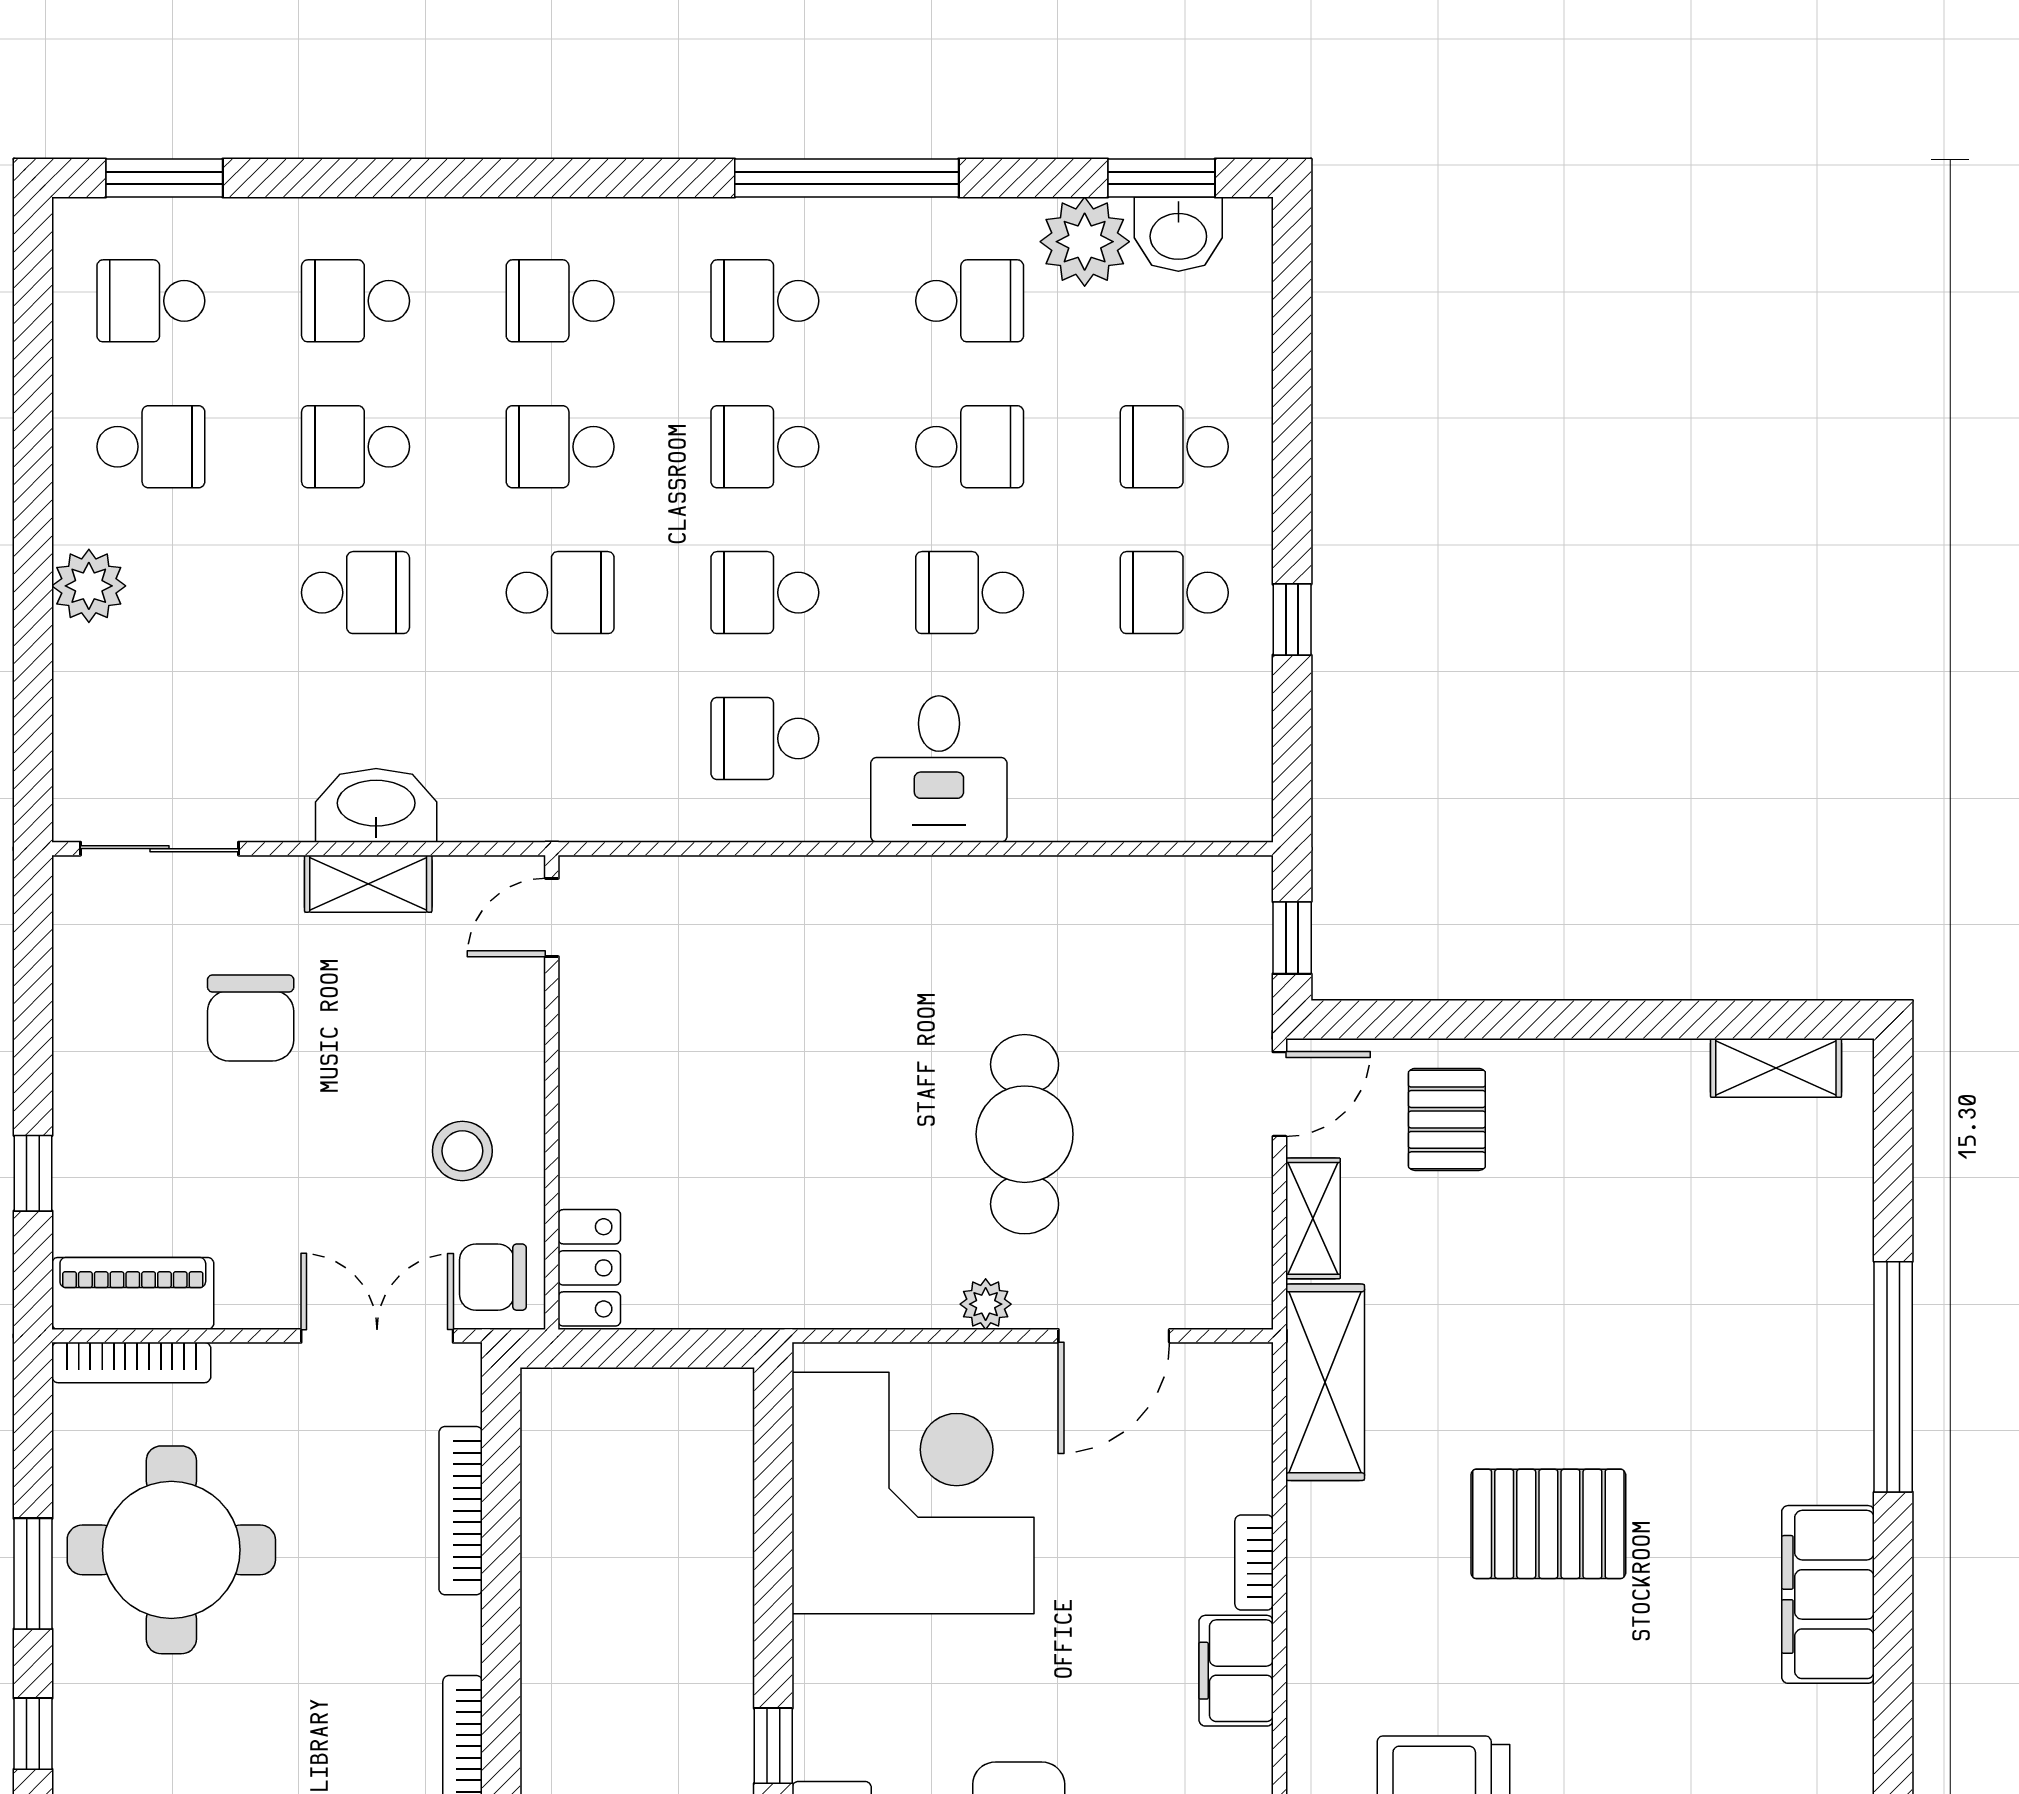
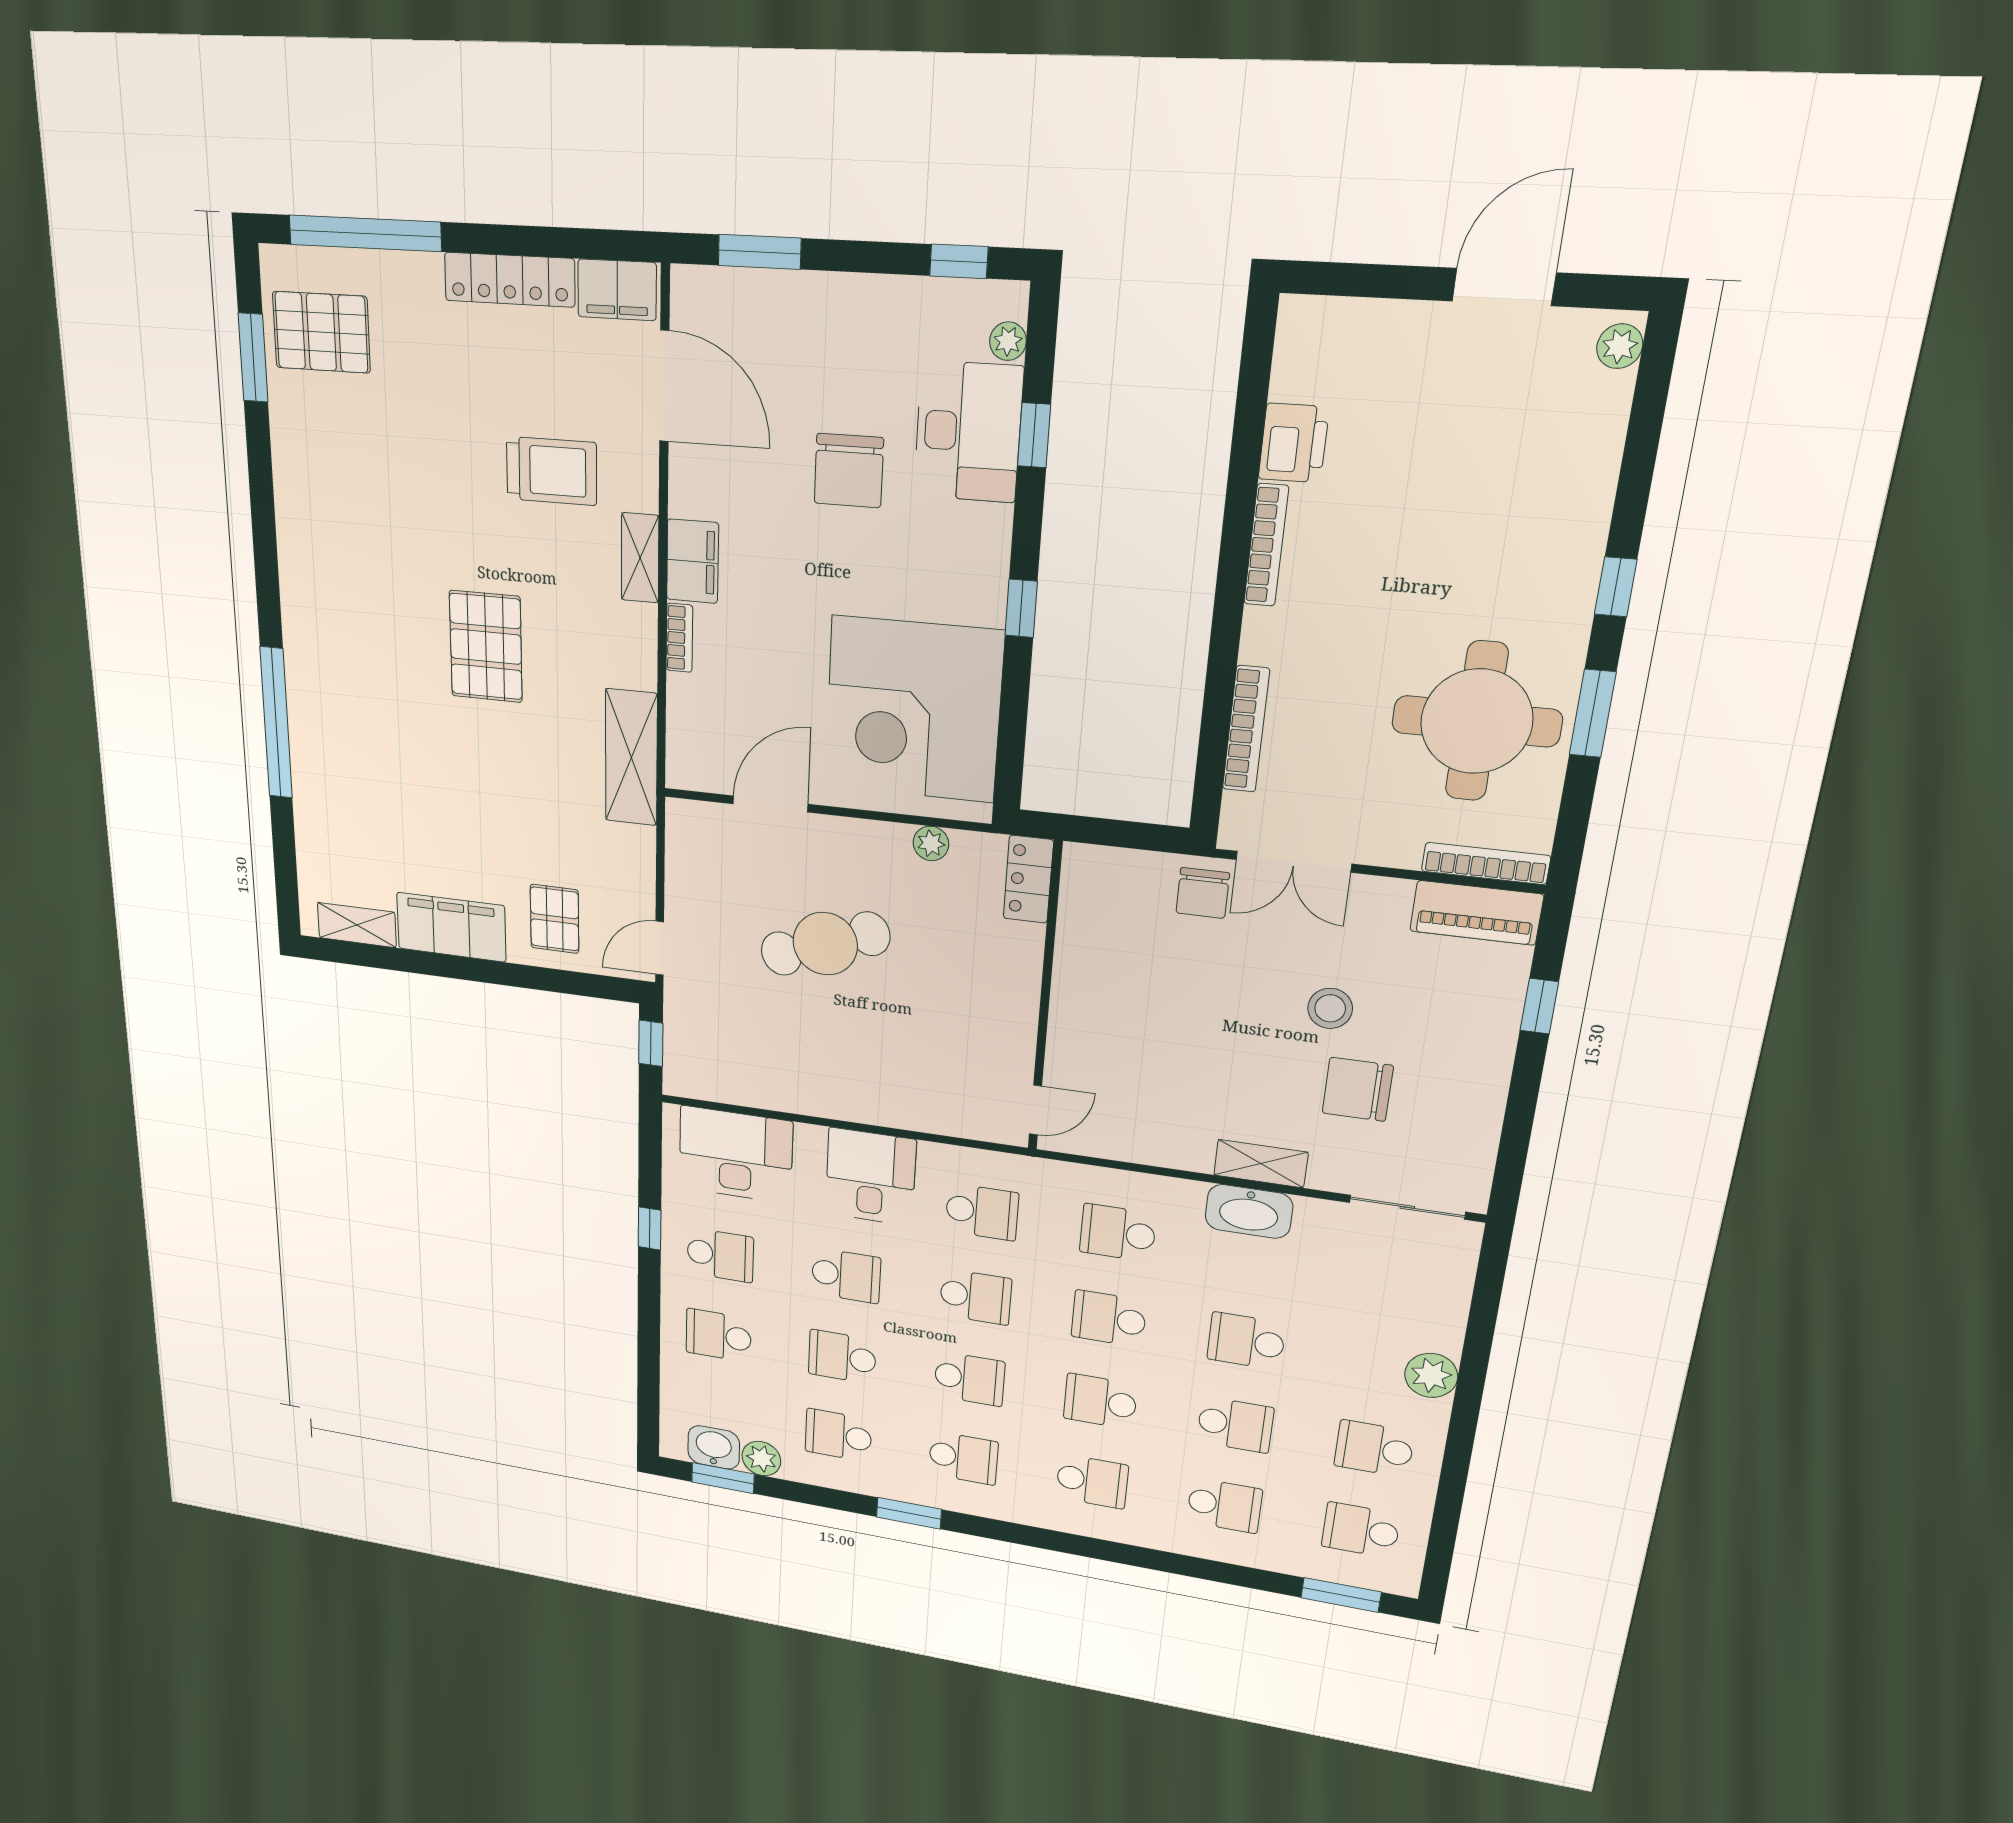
window: (847, 178) -> (909, 1513), width x0.47
plant: (1085, 242) -> (761, 1459), width x0.73, depth x0.73
school desk: (151, 301) -> (1361, 1530), turned 180
school desk: (560, 447) -> (1100, 1401), turned 180
school desk: (1174, 447) -> (719, 1335), turned 180
school desk: (560, 739) -> (1118, 1233), added
desk: (1153, 772) -> (736, 1155), added
door: (552, 917) -> (1035, 1110), moved
chair: (251, 1018) -> (1358, 1089), turned -90
wall: (552, 1092) -> (1045, 999), moved
cafe table: (1025, 1134) -> (825, 944), turned 70
stool: (462, 1151) -> (1330, 1008), moved
shelving: (1313, 1218) -> (640, 558), moved
locker: (589, 1268) -> (1028, 879), moved
chair: (493, 1277) -> (1203, 893), turned 90
plant: (986, 1304) -> (931, 843), moved
pallet: (1548, 1524) -> (486, 647), turned 90
filing cabinet: (1828, 1594) -> (451, 927), moved, turned -90
window: (773, 1746) -> (1021, 608), moved

